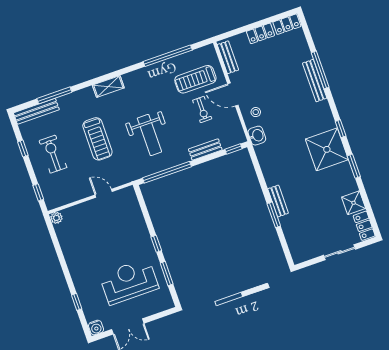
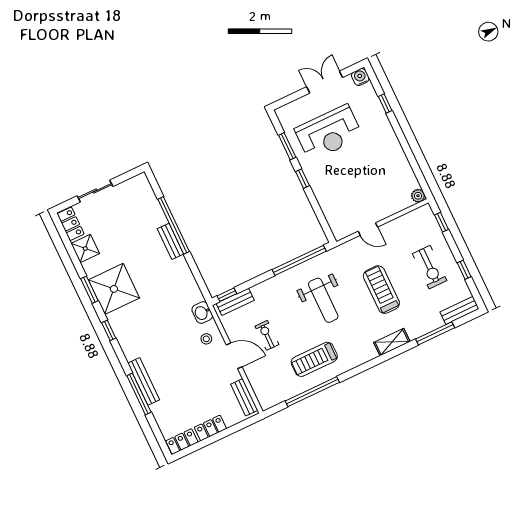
treadmill: (195, 79) -> (314, 359), moved, turned 180
shelving: (108, 87) -> (392, 342), moved
bench: (36, 111) -> (459, 310), width x0.73
weight bench: (149, 135) -> (323, 300), turned 180
bench: (205, 149) -> (235, 302), moved
shower: (327, 149) -> (114, 289), moved
window: (274, 215) -> (174, 225), width x2.11

